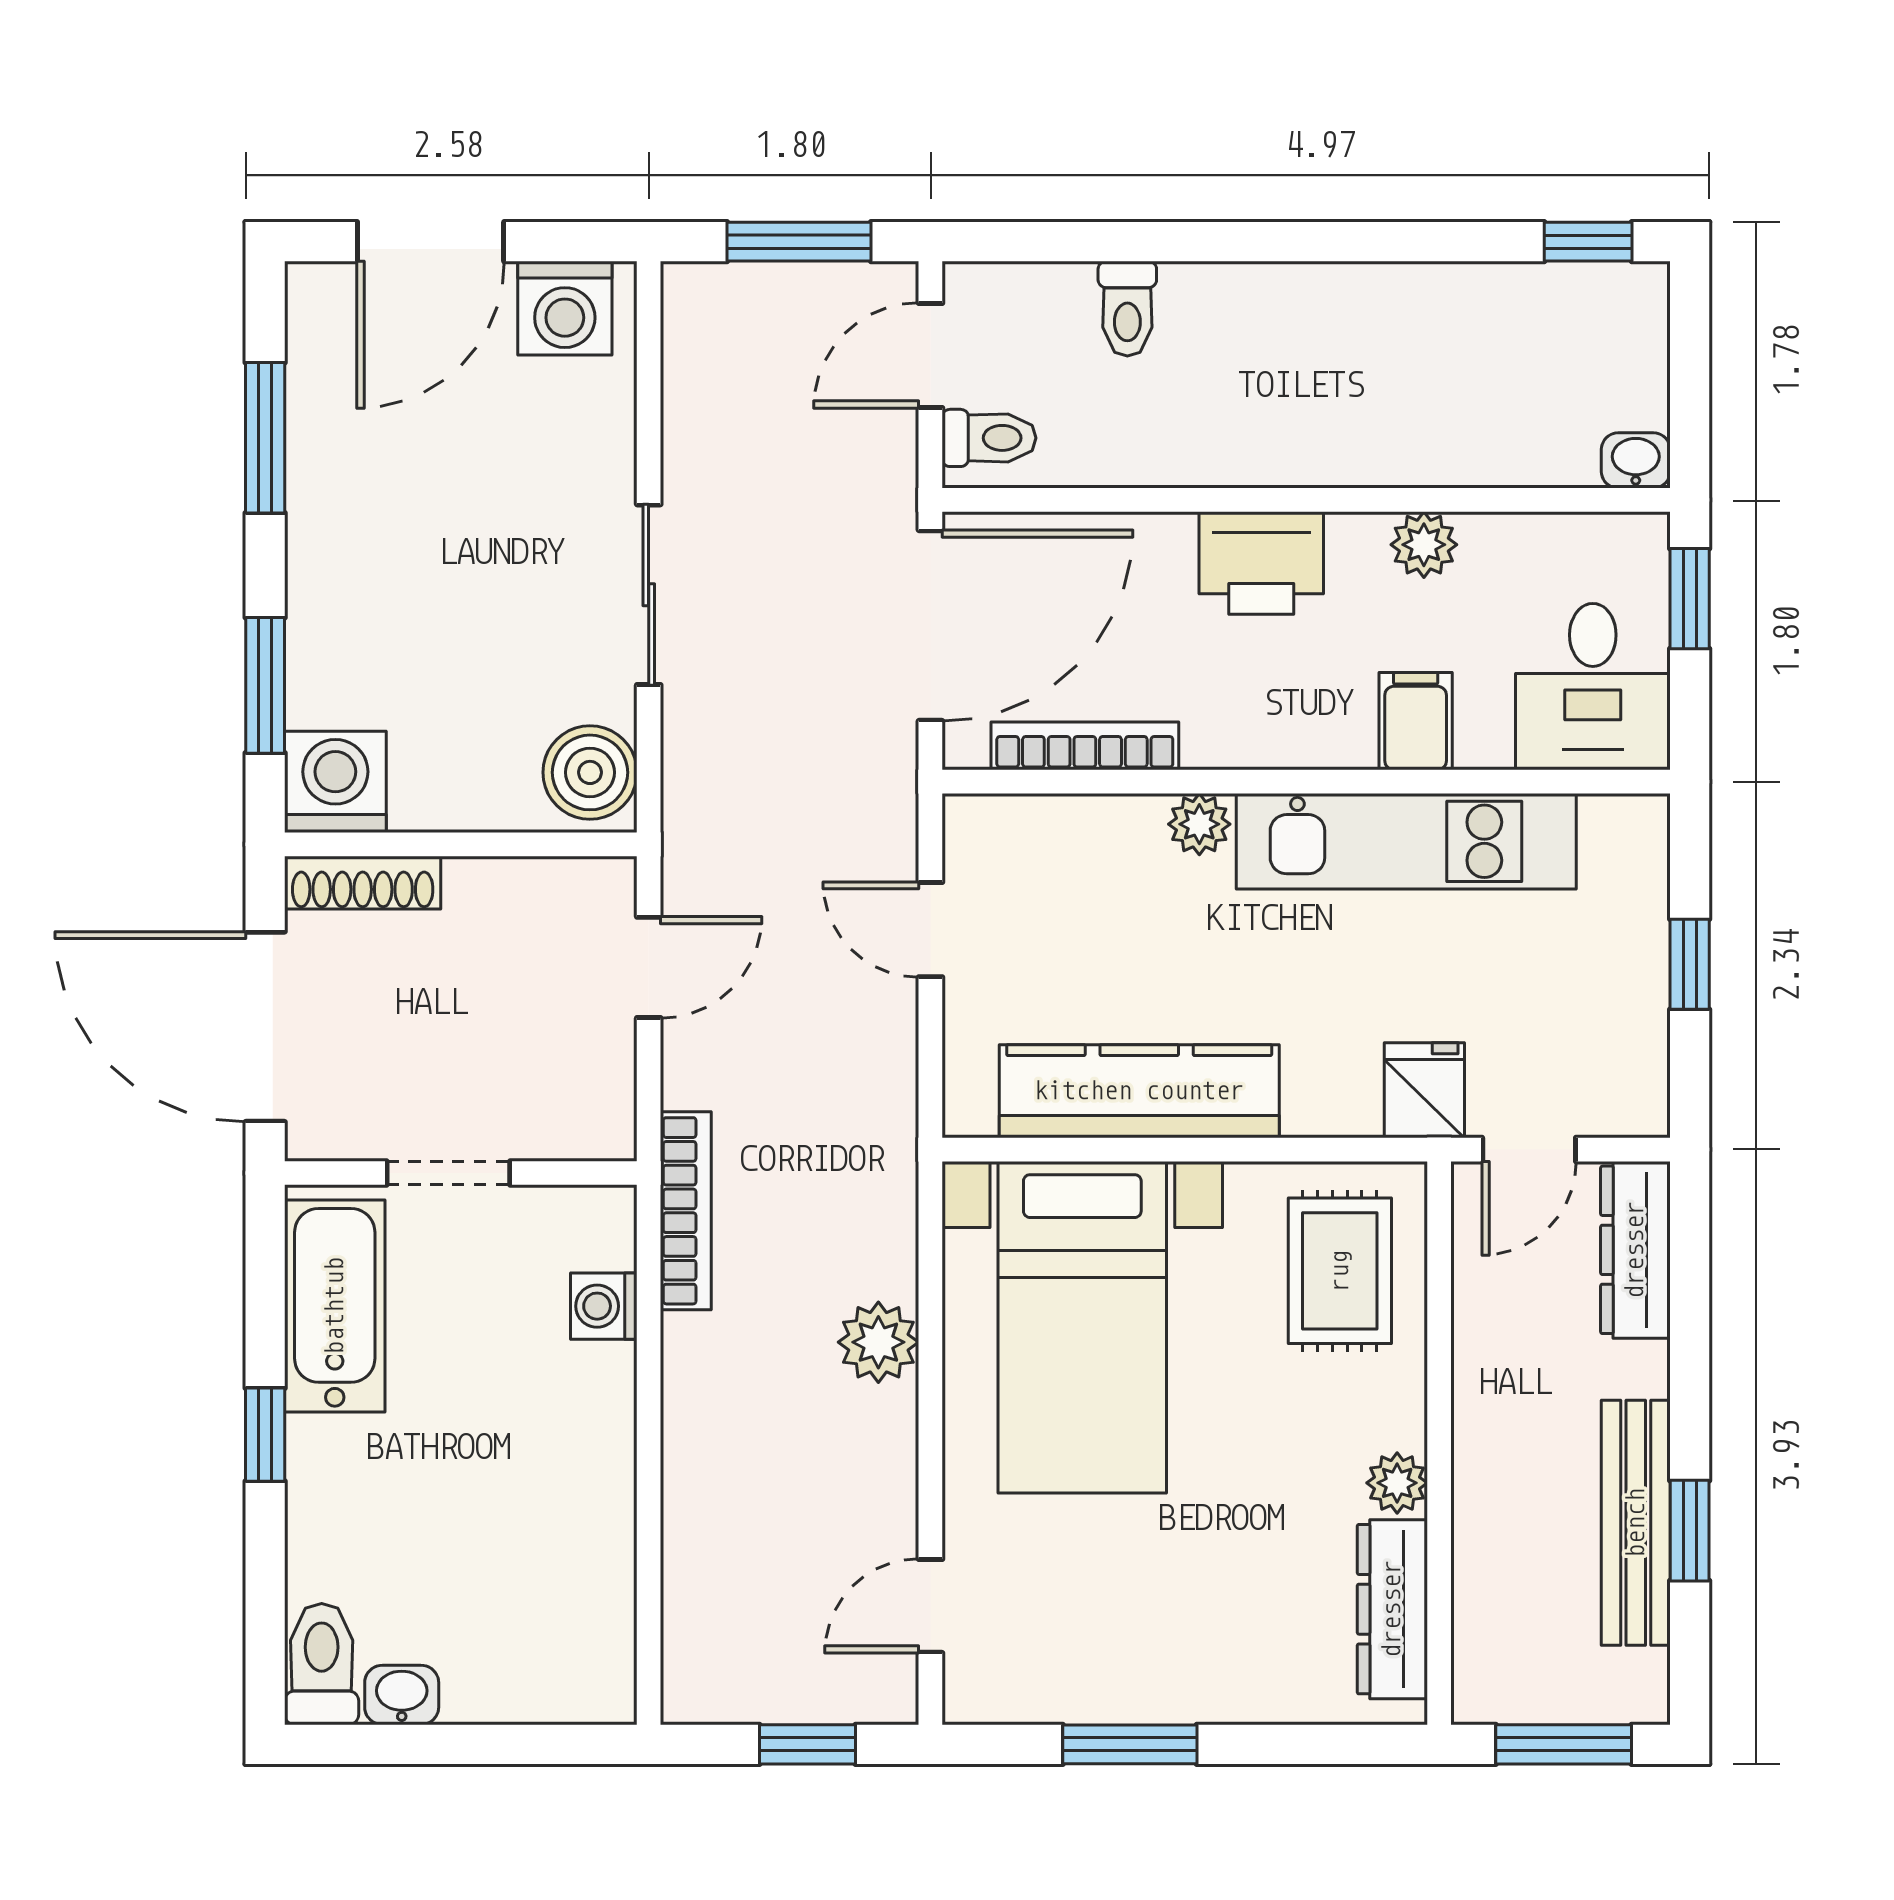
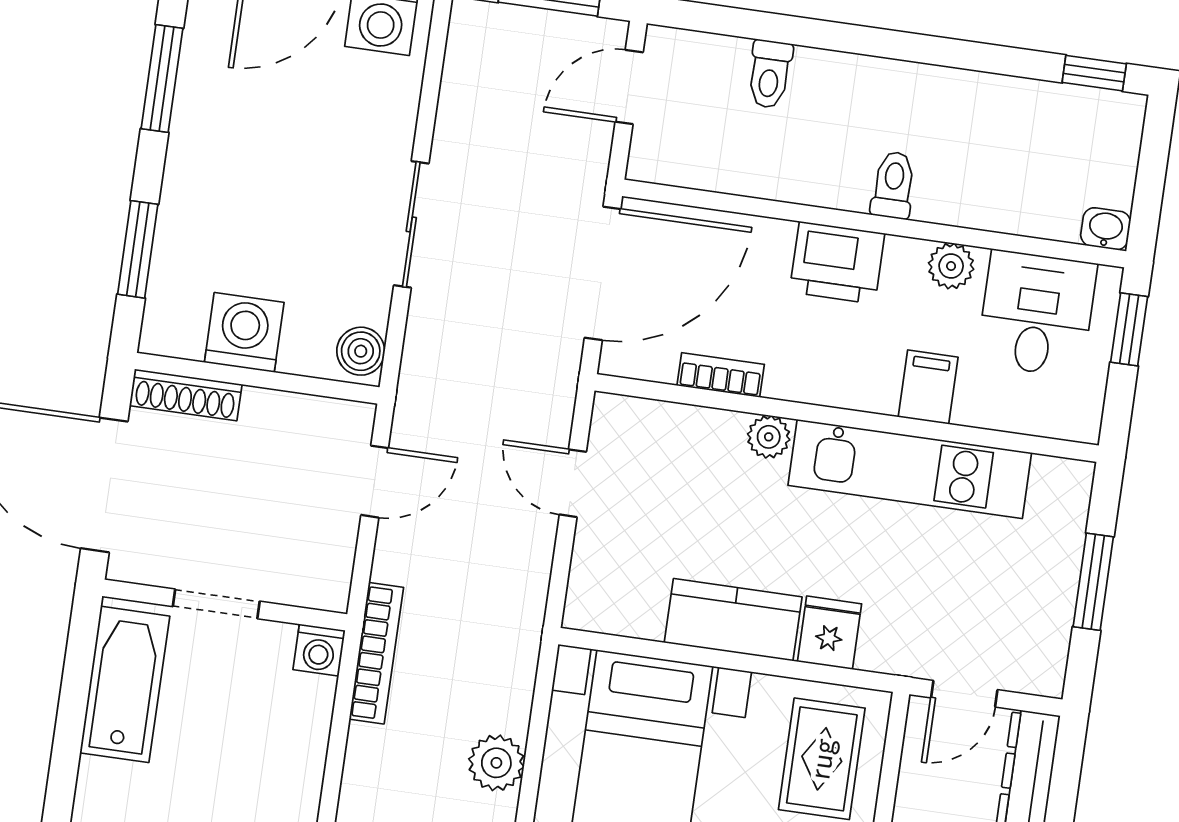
toilet: (989, 438) -> (893, 185), moved, turned -90
desk: (1593, 687) -> (1037, 314), moved, turned 180
bookcase: (1085, 746) -> (721, 375), width x0.64
boiler: (590, 772) -> (361, 351), width x0.73, depth x0.73
washing machine: (335, 782) -> (244, 332), moved
window: (1690, 964) -> (1093, 582), width x1.50
fridge: (1424, 1090) -> (829, 633), moved
kitchen counter: (1139, 1091) -> (733, 620), width x0.67
washing machine: (604, 1306) -> (319, 650), moved, turned -90
window: (265, 1435) -> (64, 766), removed

